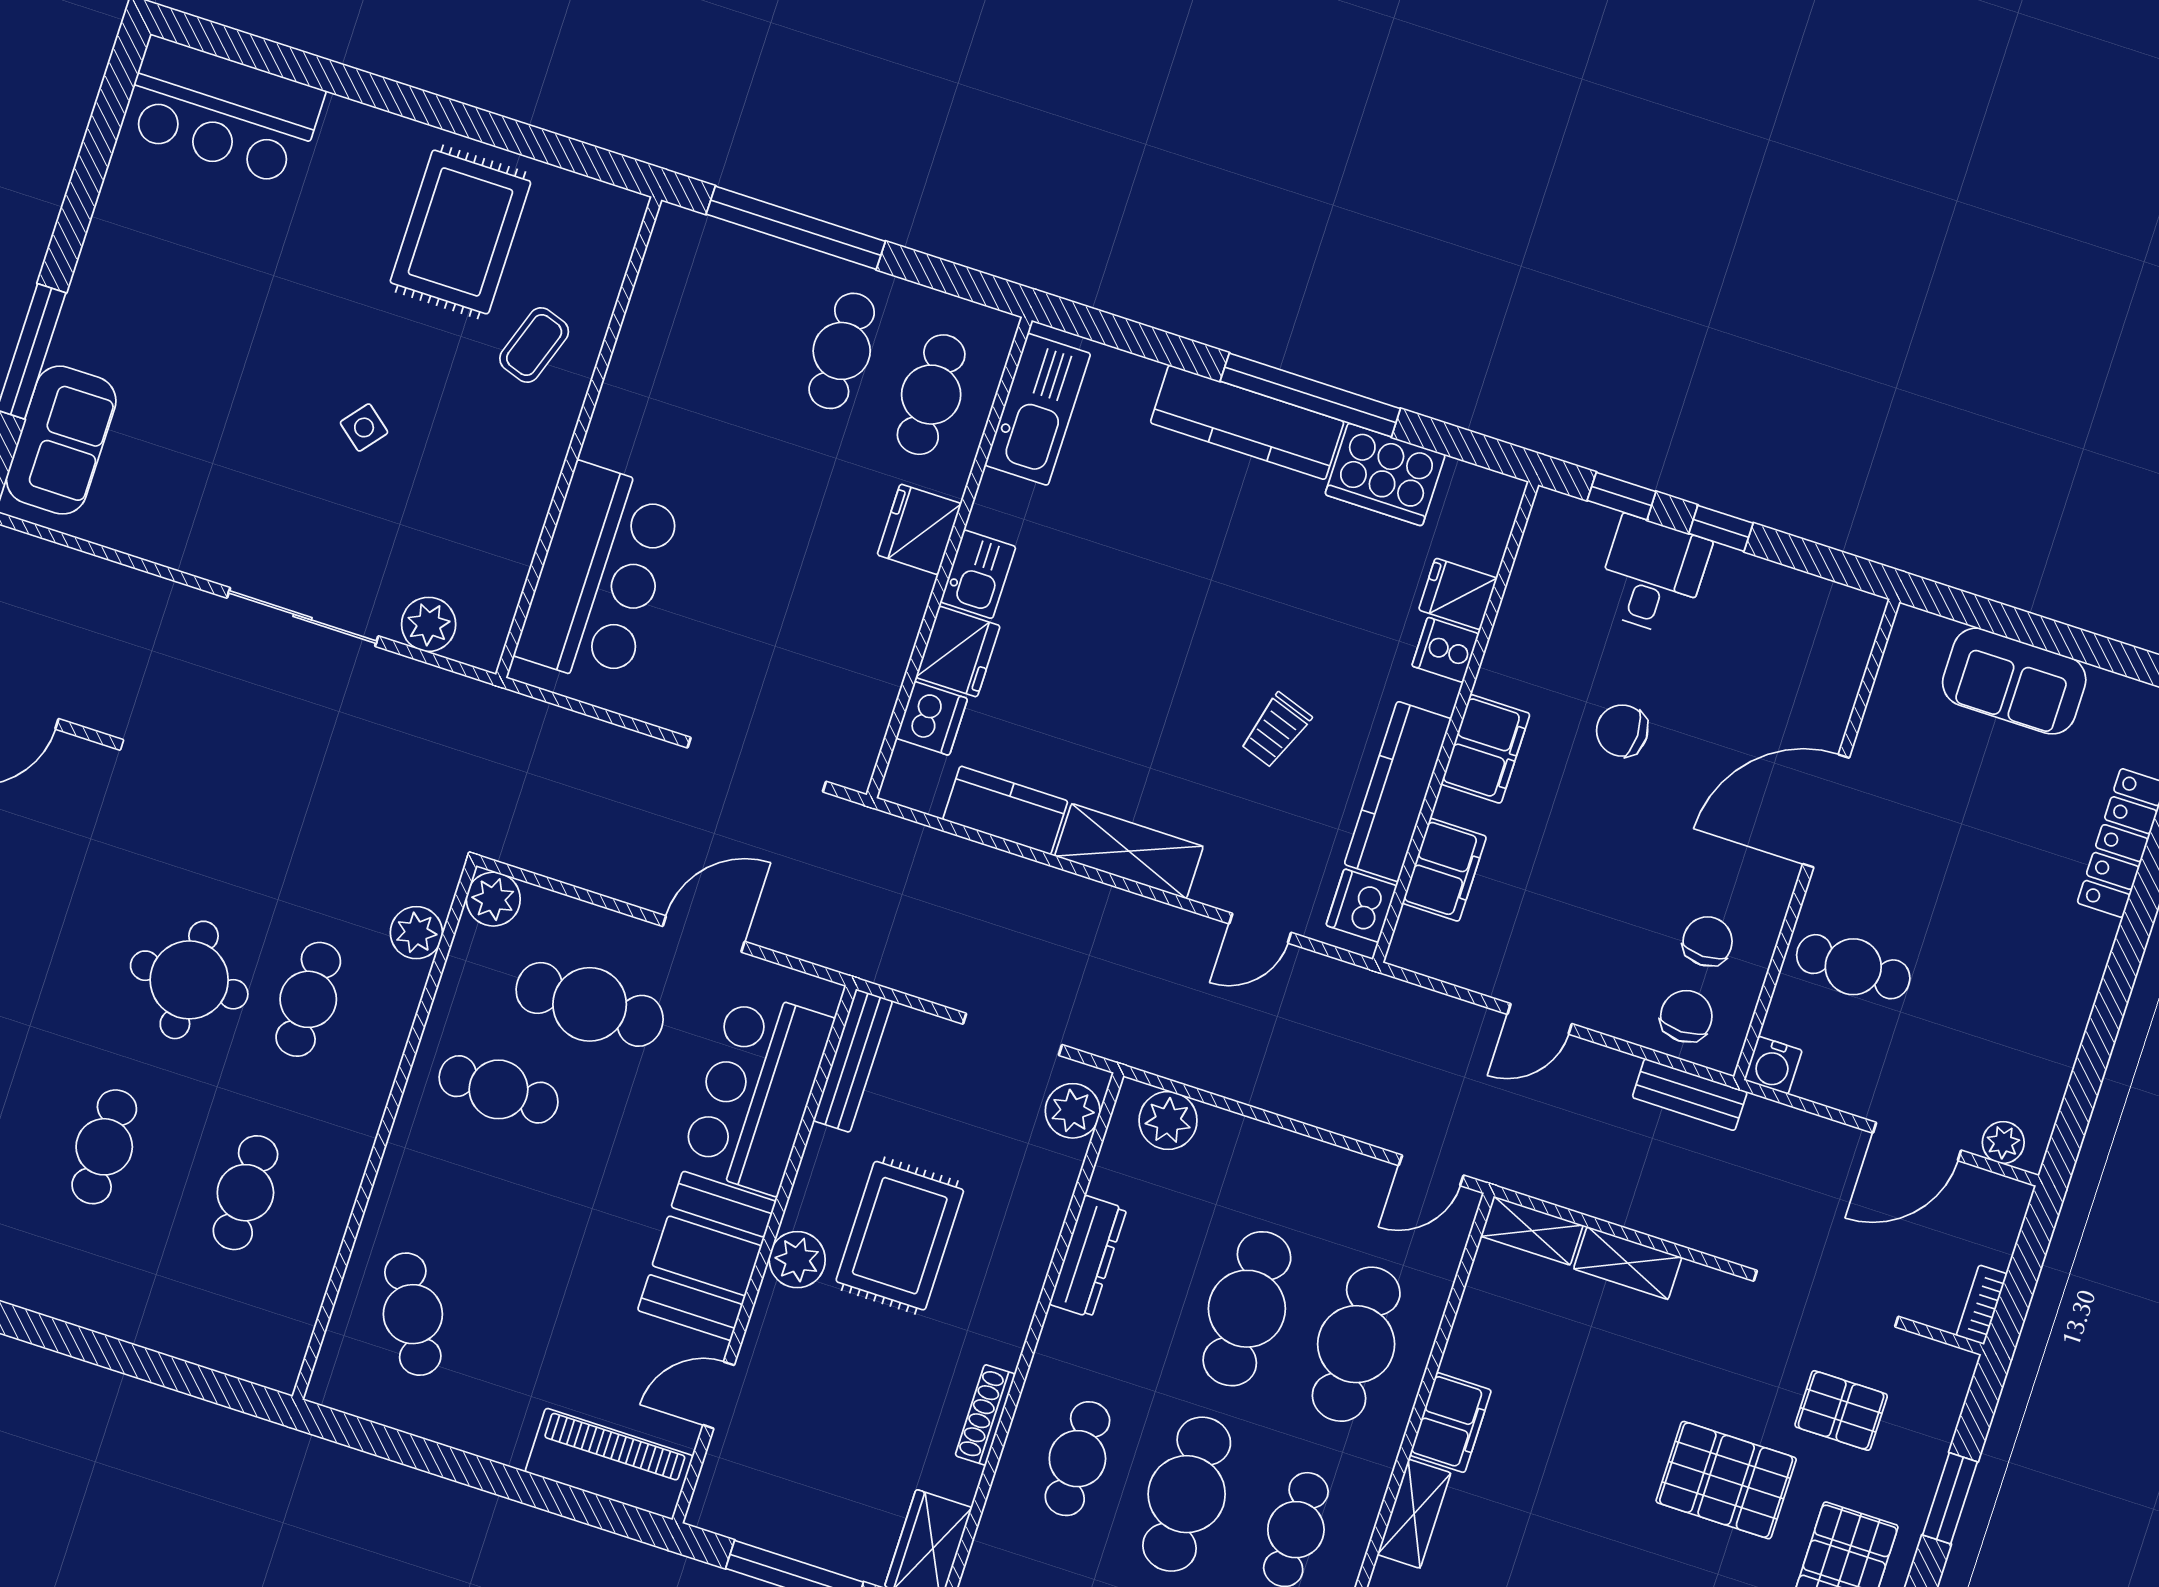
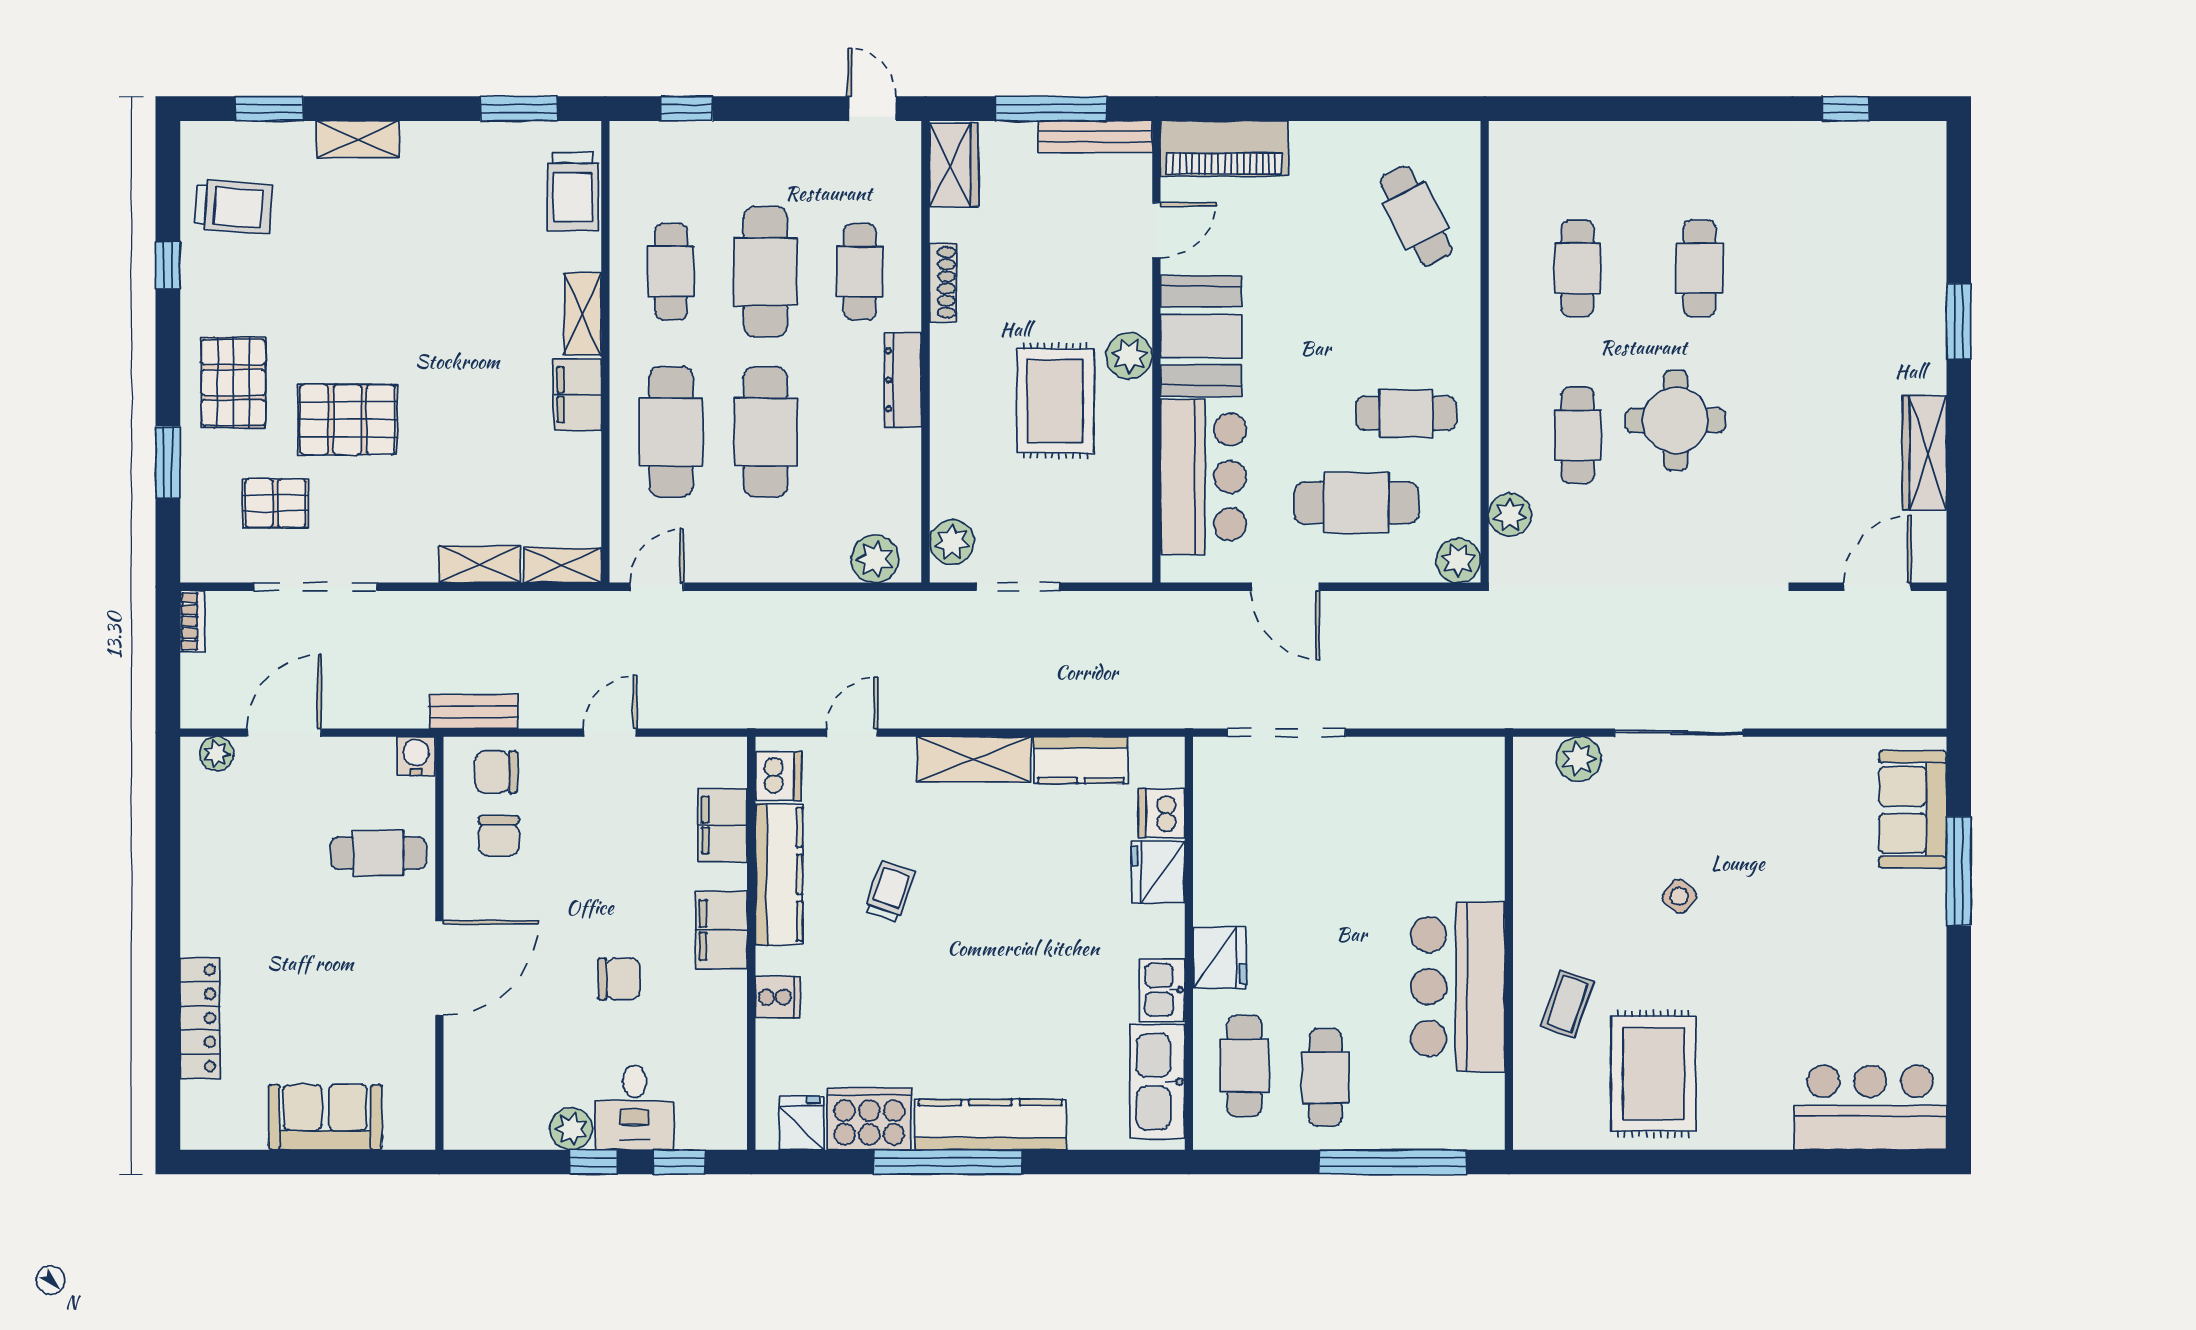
kitchen sink: (978, 574) -> (1162, 990), moved
bar counter: (599, 575) -> (1458, 987), moved
plant: (1734, 575) -> (571, 1129), added
fridge: (1458, 594) -> (801, 1123), moved, turned -90
door: (704, 934) -> (1285, 587), hinge flipped
chair: (1686, 1016) -> (496, 772), turned 90
bench: (853, 1061) -> (1095, 137), moved, turned 90
dresser: (1088, 1256) -> (903, 380), moved

